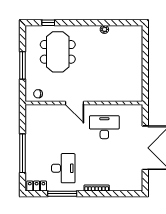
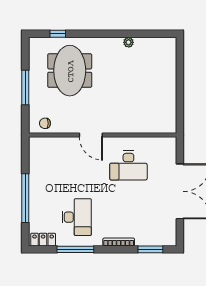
desk: (104, 127) -> (128, 165), turned 180
window: (122, 194) -> (150, 249), added

